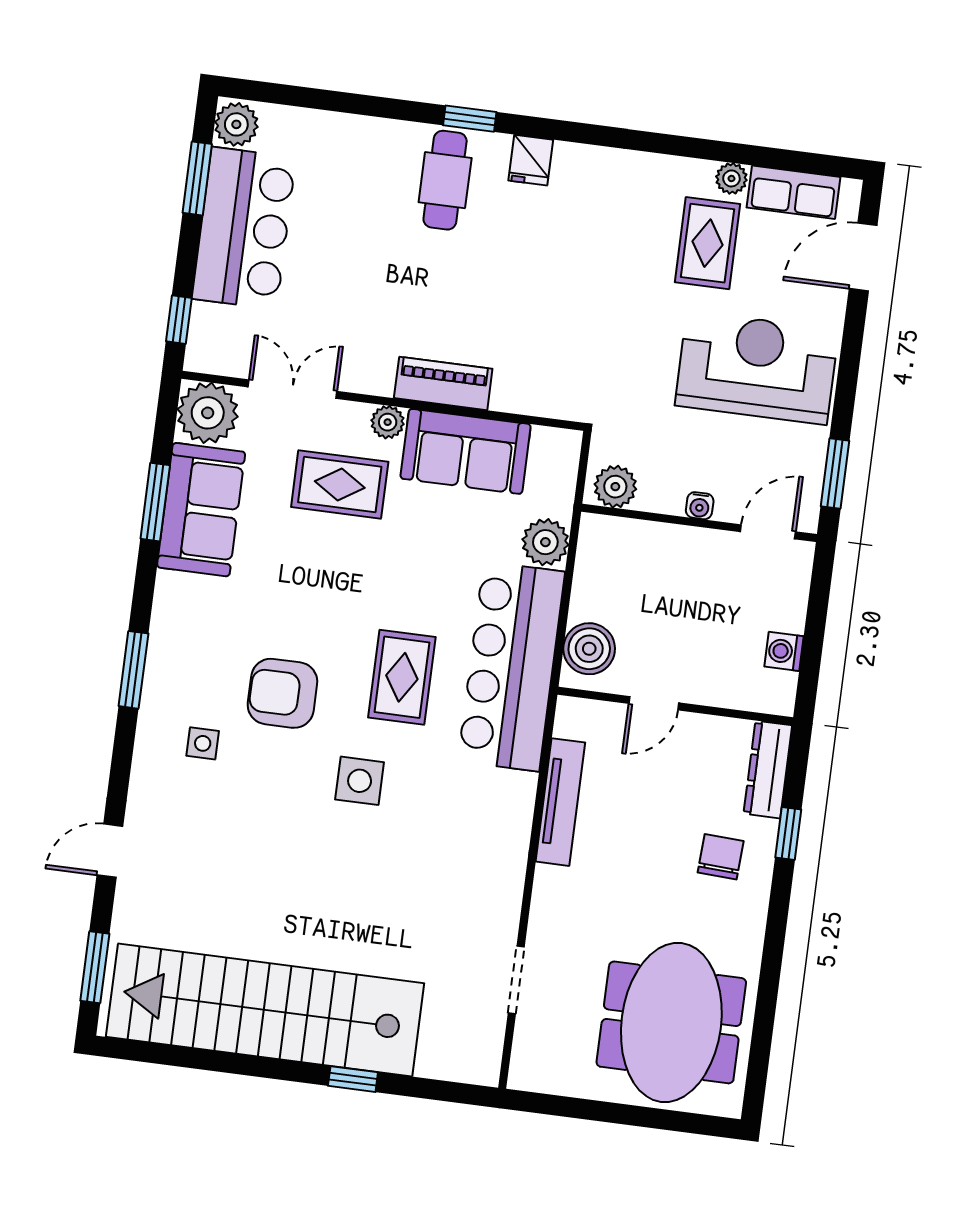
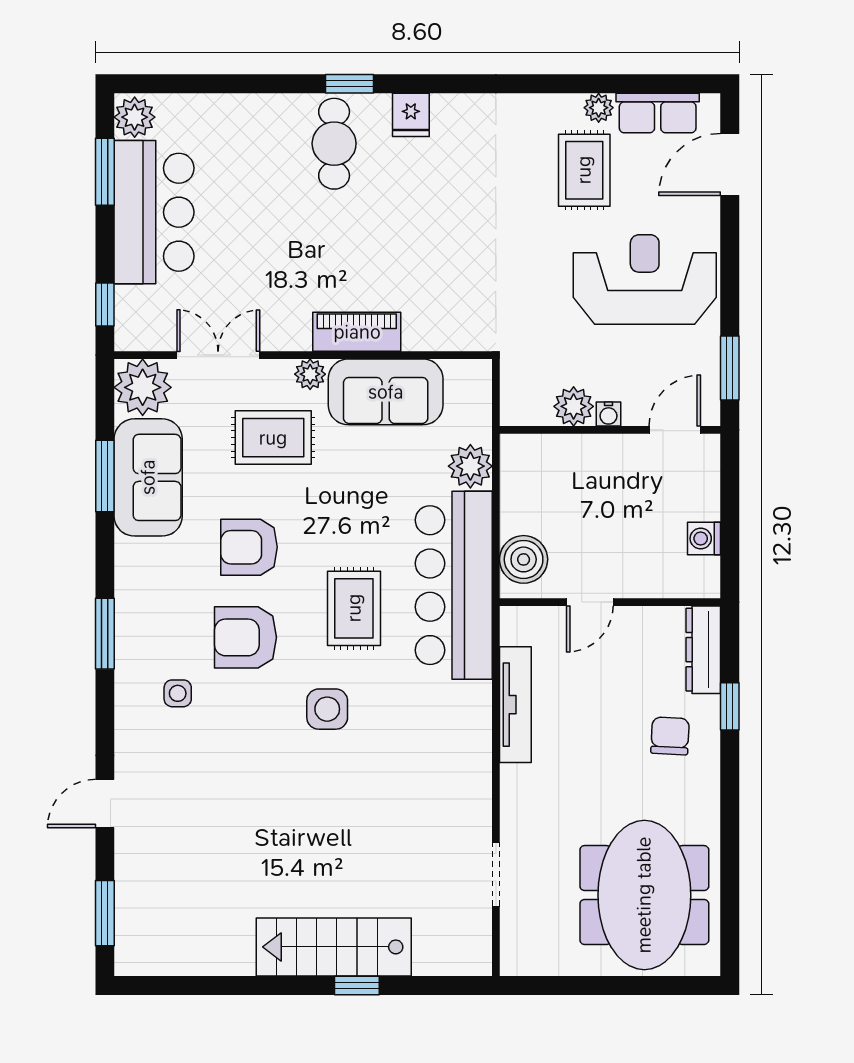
plant: (615, 487) -> (574, 406), moved
armchair: (299, 598) -> (249, 547), added
stairs: (265, 1010) -> (334, 947), width x0.54, depth x0.66

